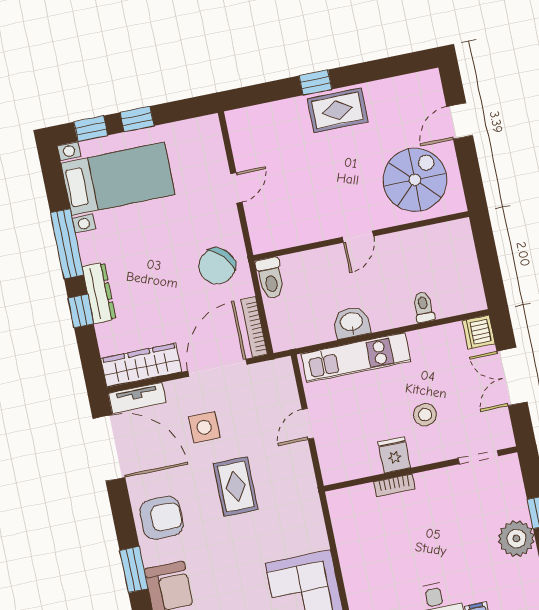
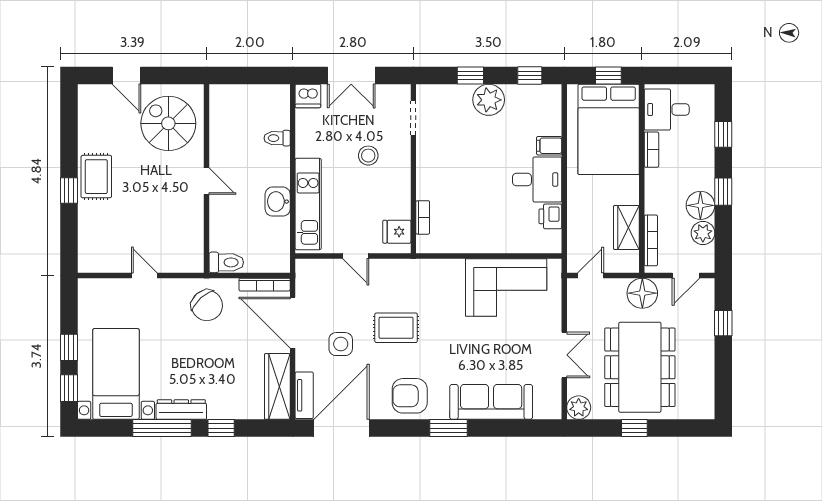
dresser: (99, 293) -> (181, 410), moved
fridge: (394, 455) -> (397, 232), moved
bookcase: (394, 485) -> (423, 217), moved
armchair: (161, 518) -> (410, 396), turned -90

